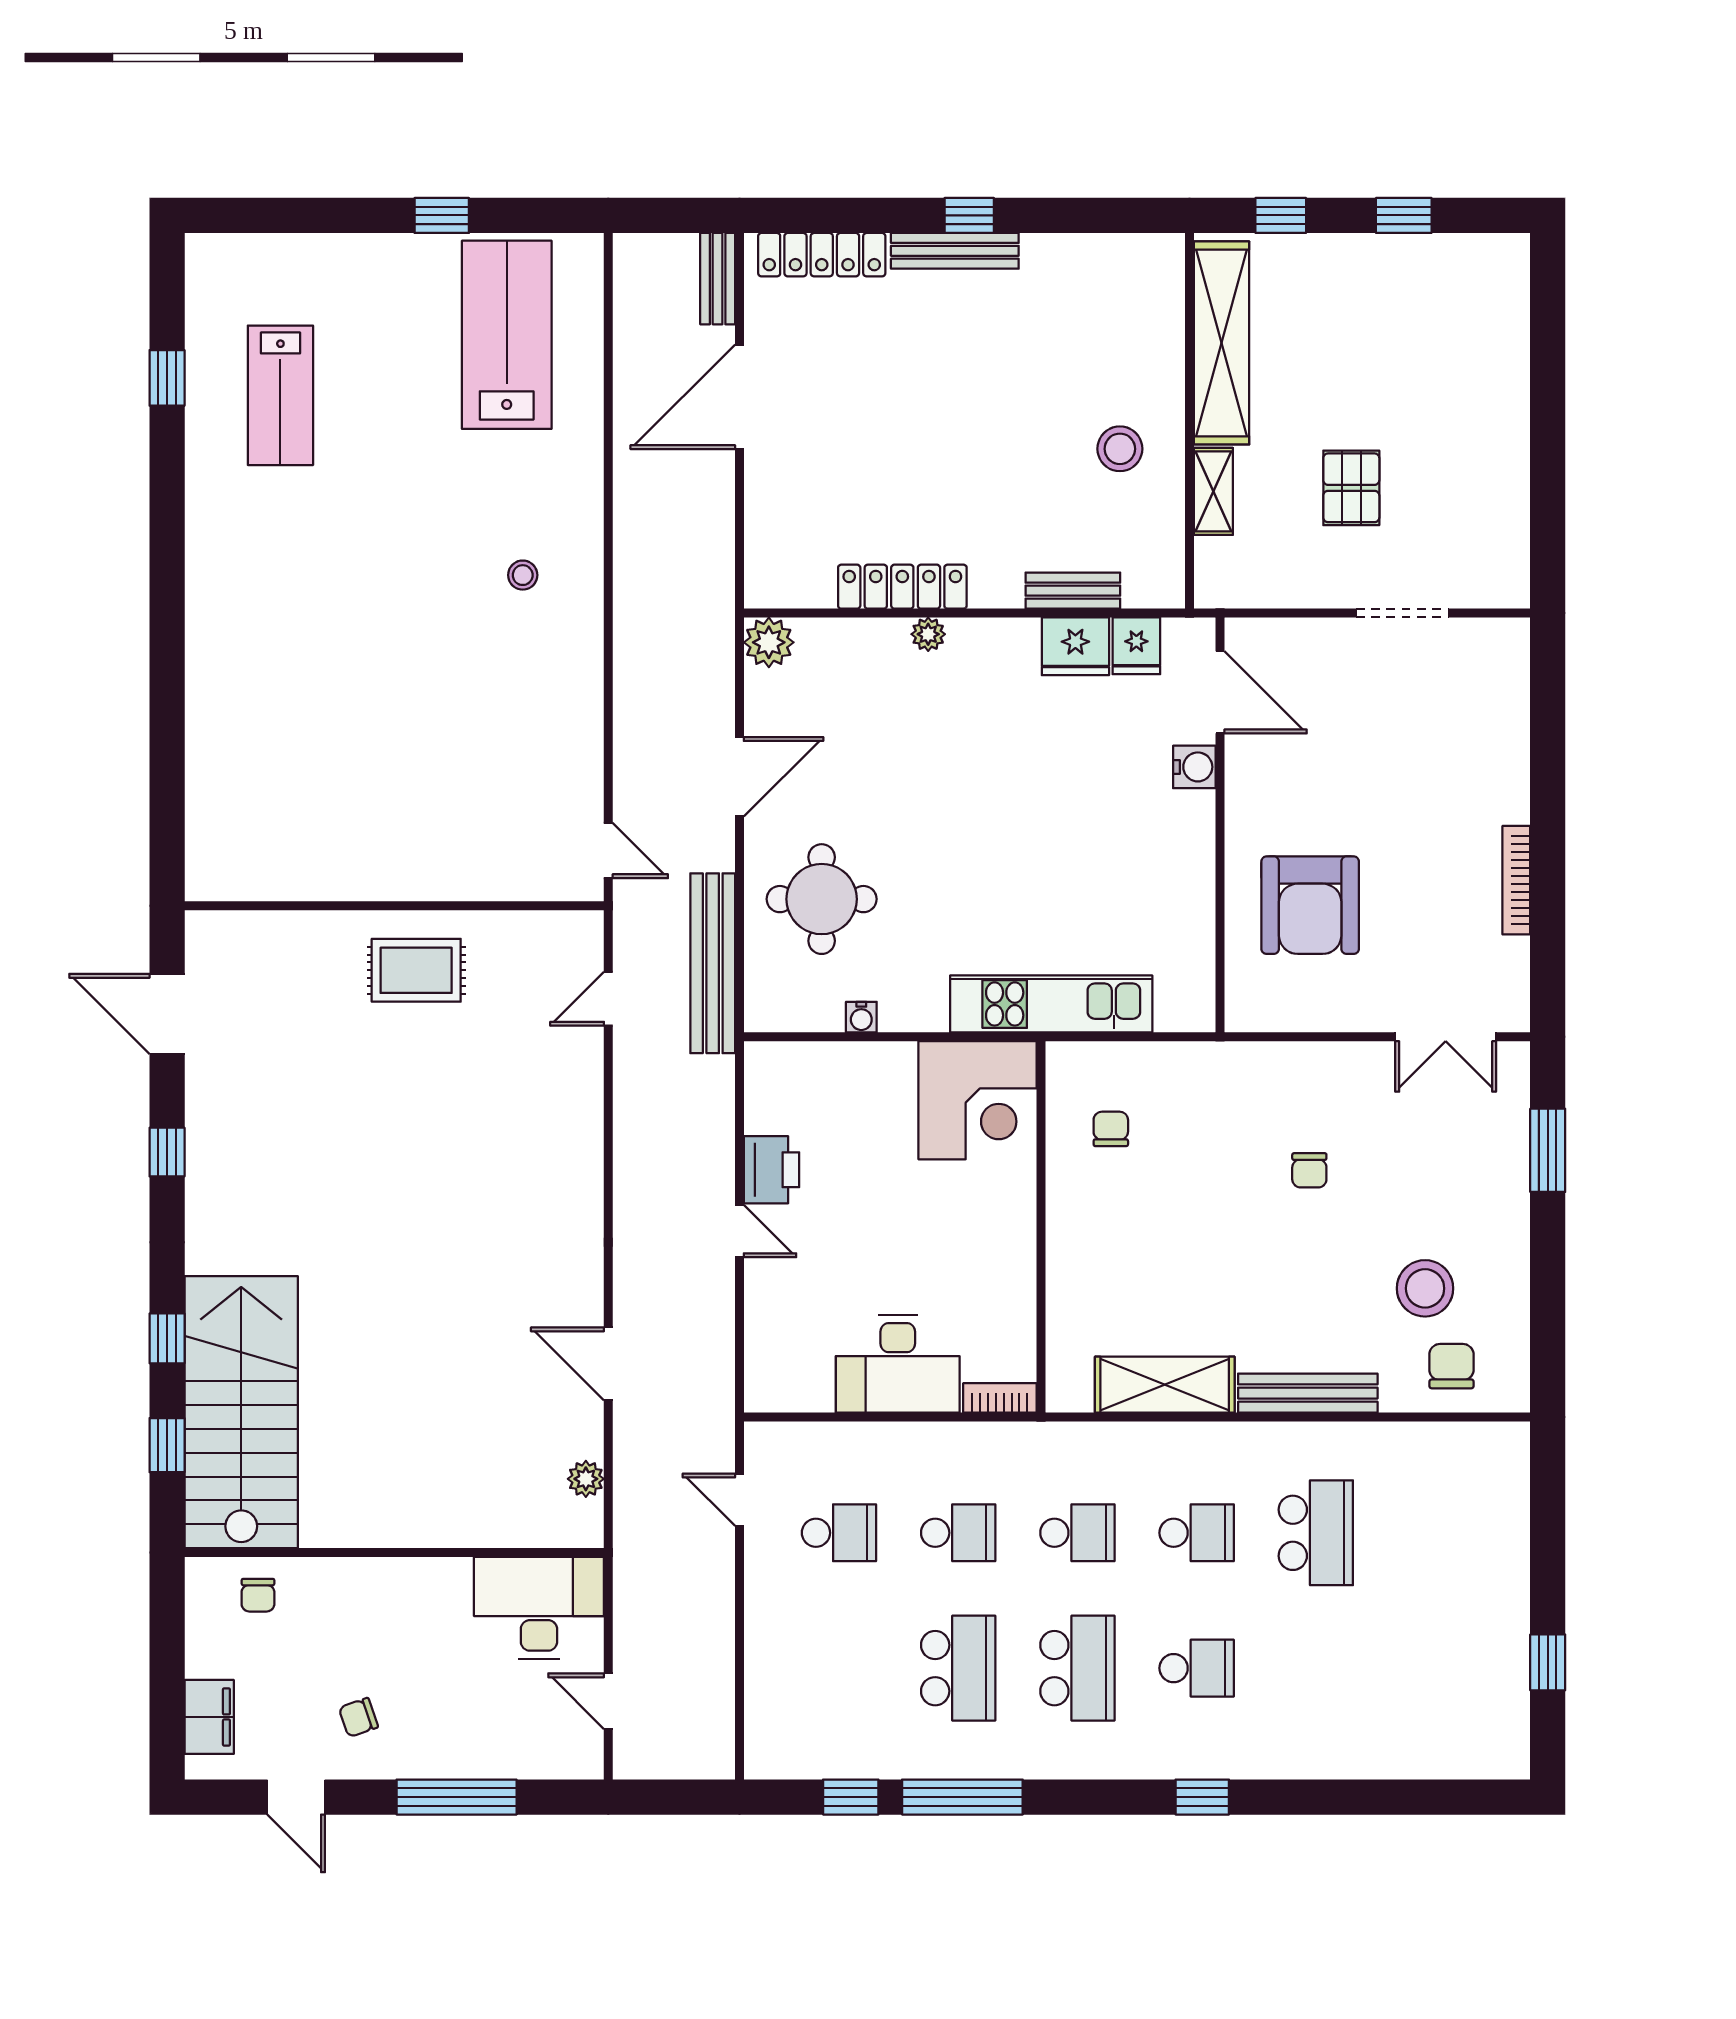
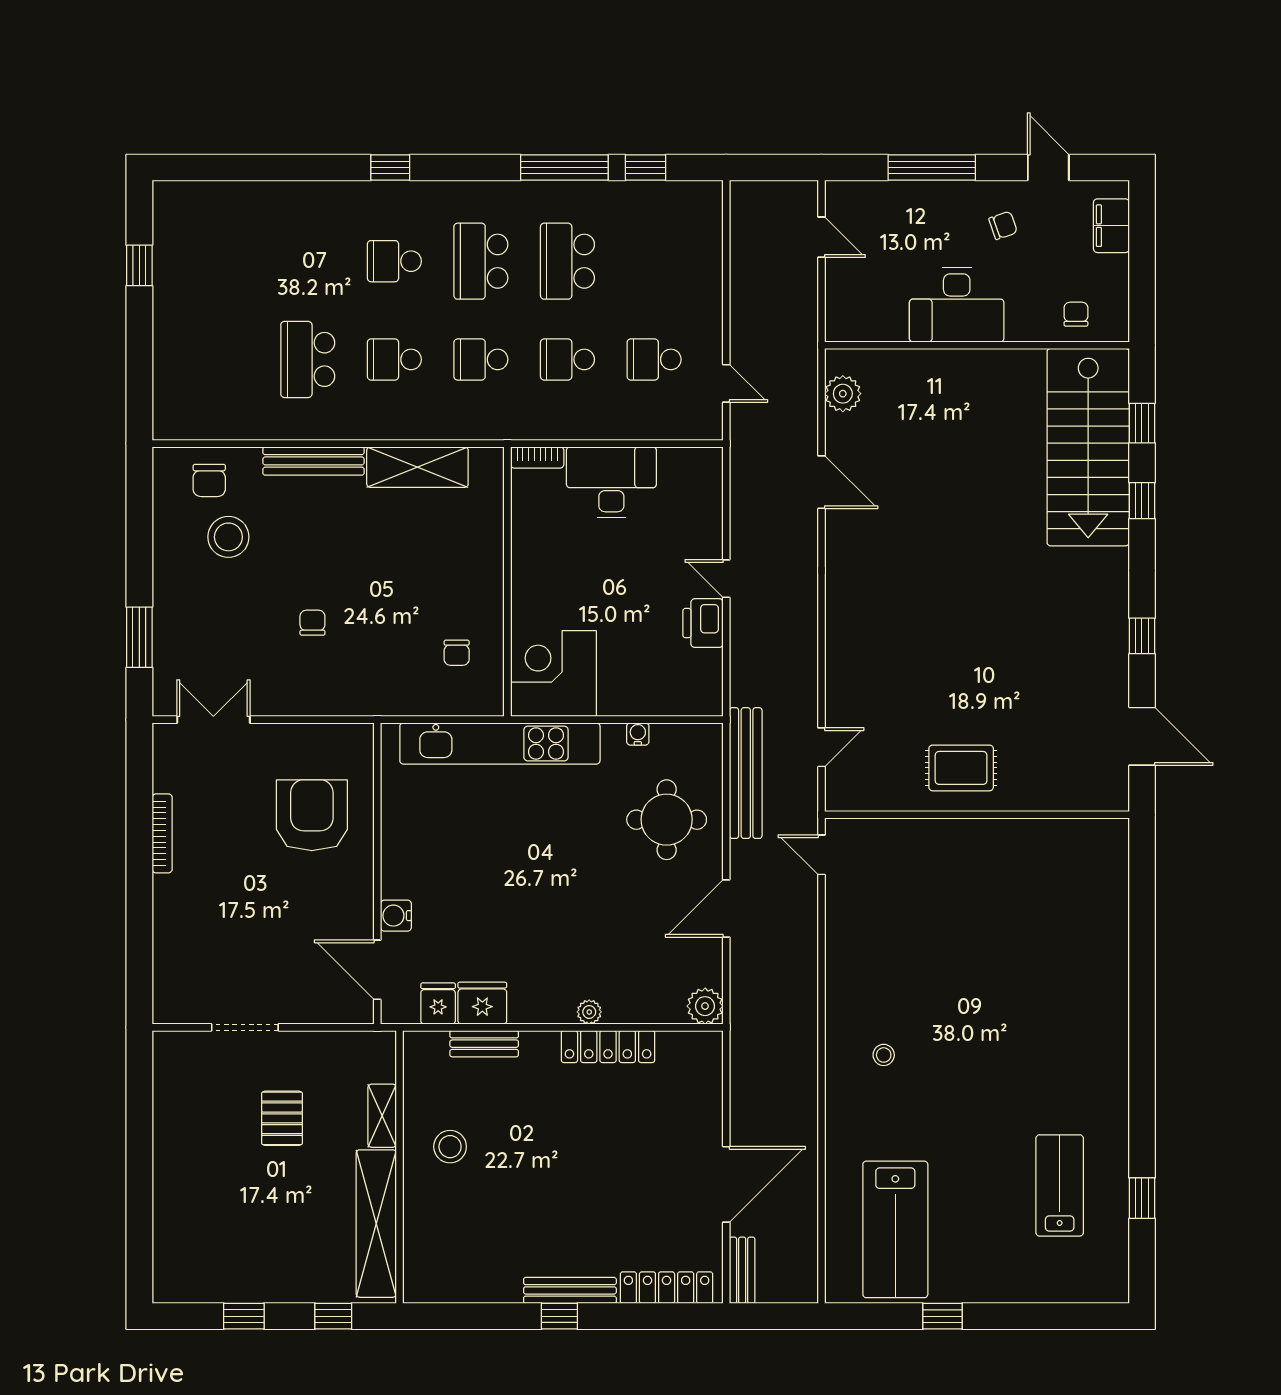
kitchen unit: (1051, 1004) -> (500, 743), width x1.36
plant: (586, 1479) -> (843, 394), width x1.38, depth x1.38
desk: (539, 1608) -> (957, 305), moved

